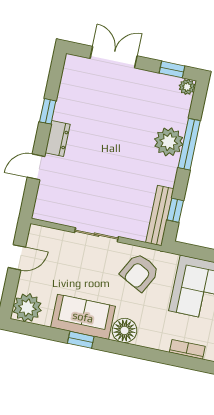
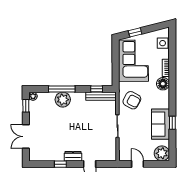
floor lamp: (125, 330) -> (163, 84), moved

